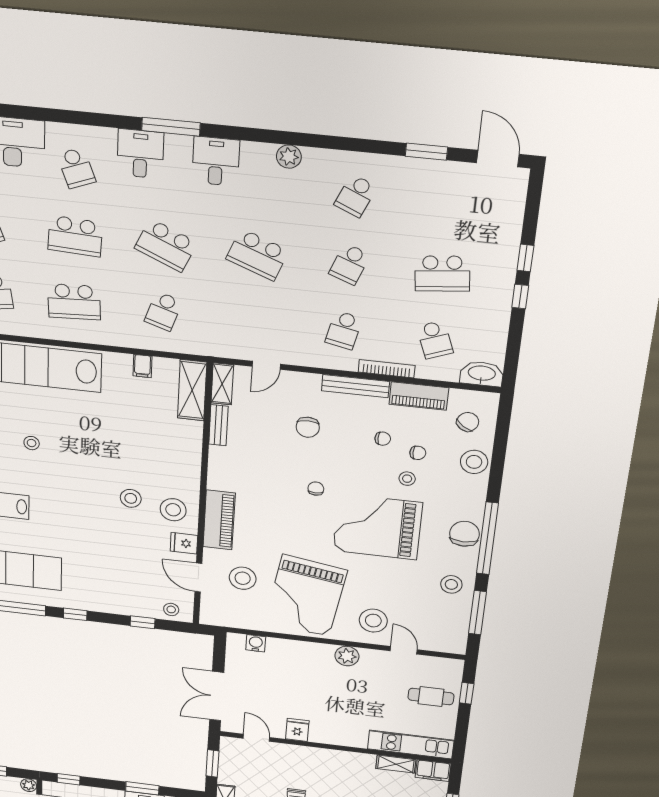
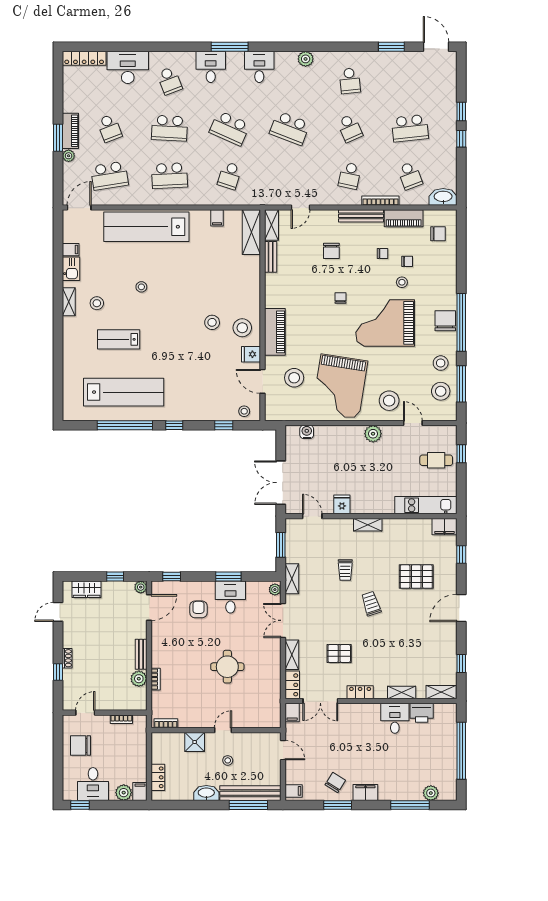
school desk: (356, 196) -> (350, 81), turned -30
school desk: (350, 264) -> (350, 128), turned -45
chair: (468, 422) -> (438, 234), turned 55
stool: (474, 462) -> (441, 391), moved
shelving: (396, 764) -> (368, 525), moved

